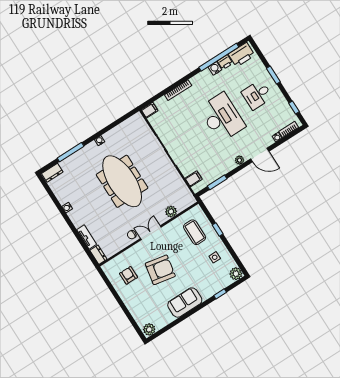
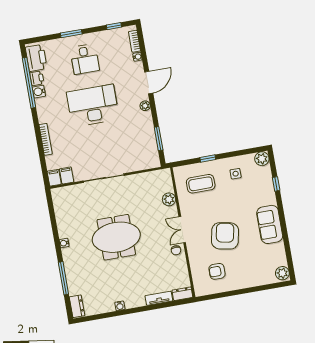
filing cabinet: (194, 179) -> (67, 175), moved
meeting table: (122, 181) -> (116, 237), width x0.73

